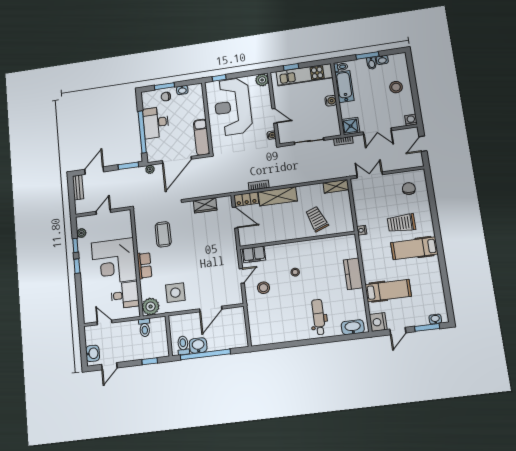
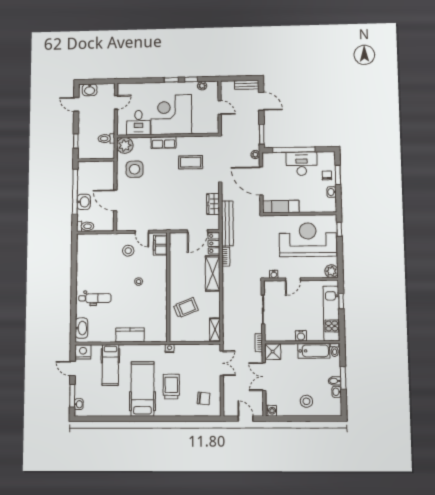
bench: (224, 188) -> (227, 223), added
hospital bed: (414, 248) -> (143, 389), width x1.37, depth x1.29
toilet: (183, 345) -> (85, 226), moved
washbasin: (198, 345) -> (84, 202), moved

